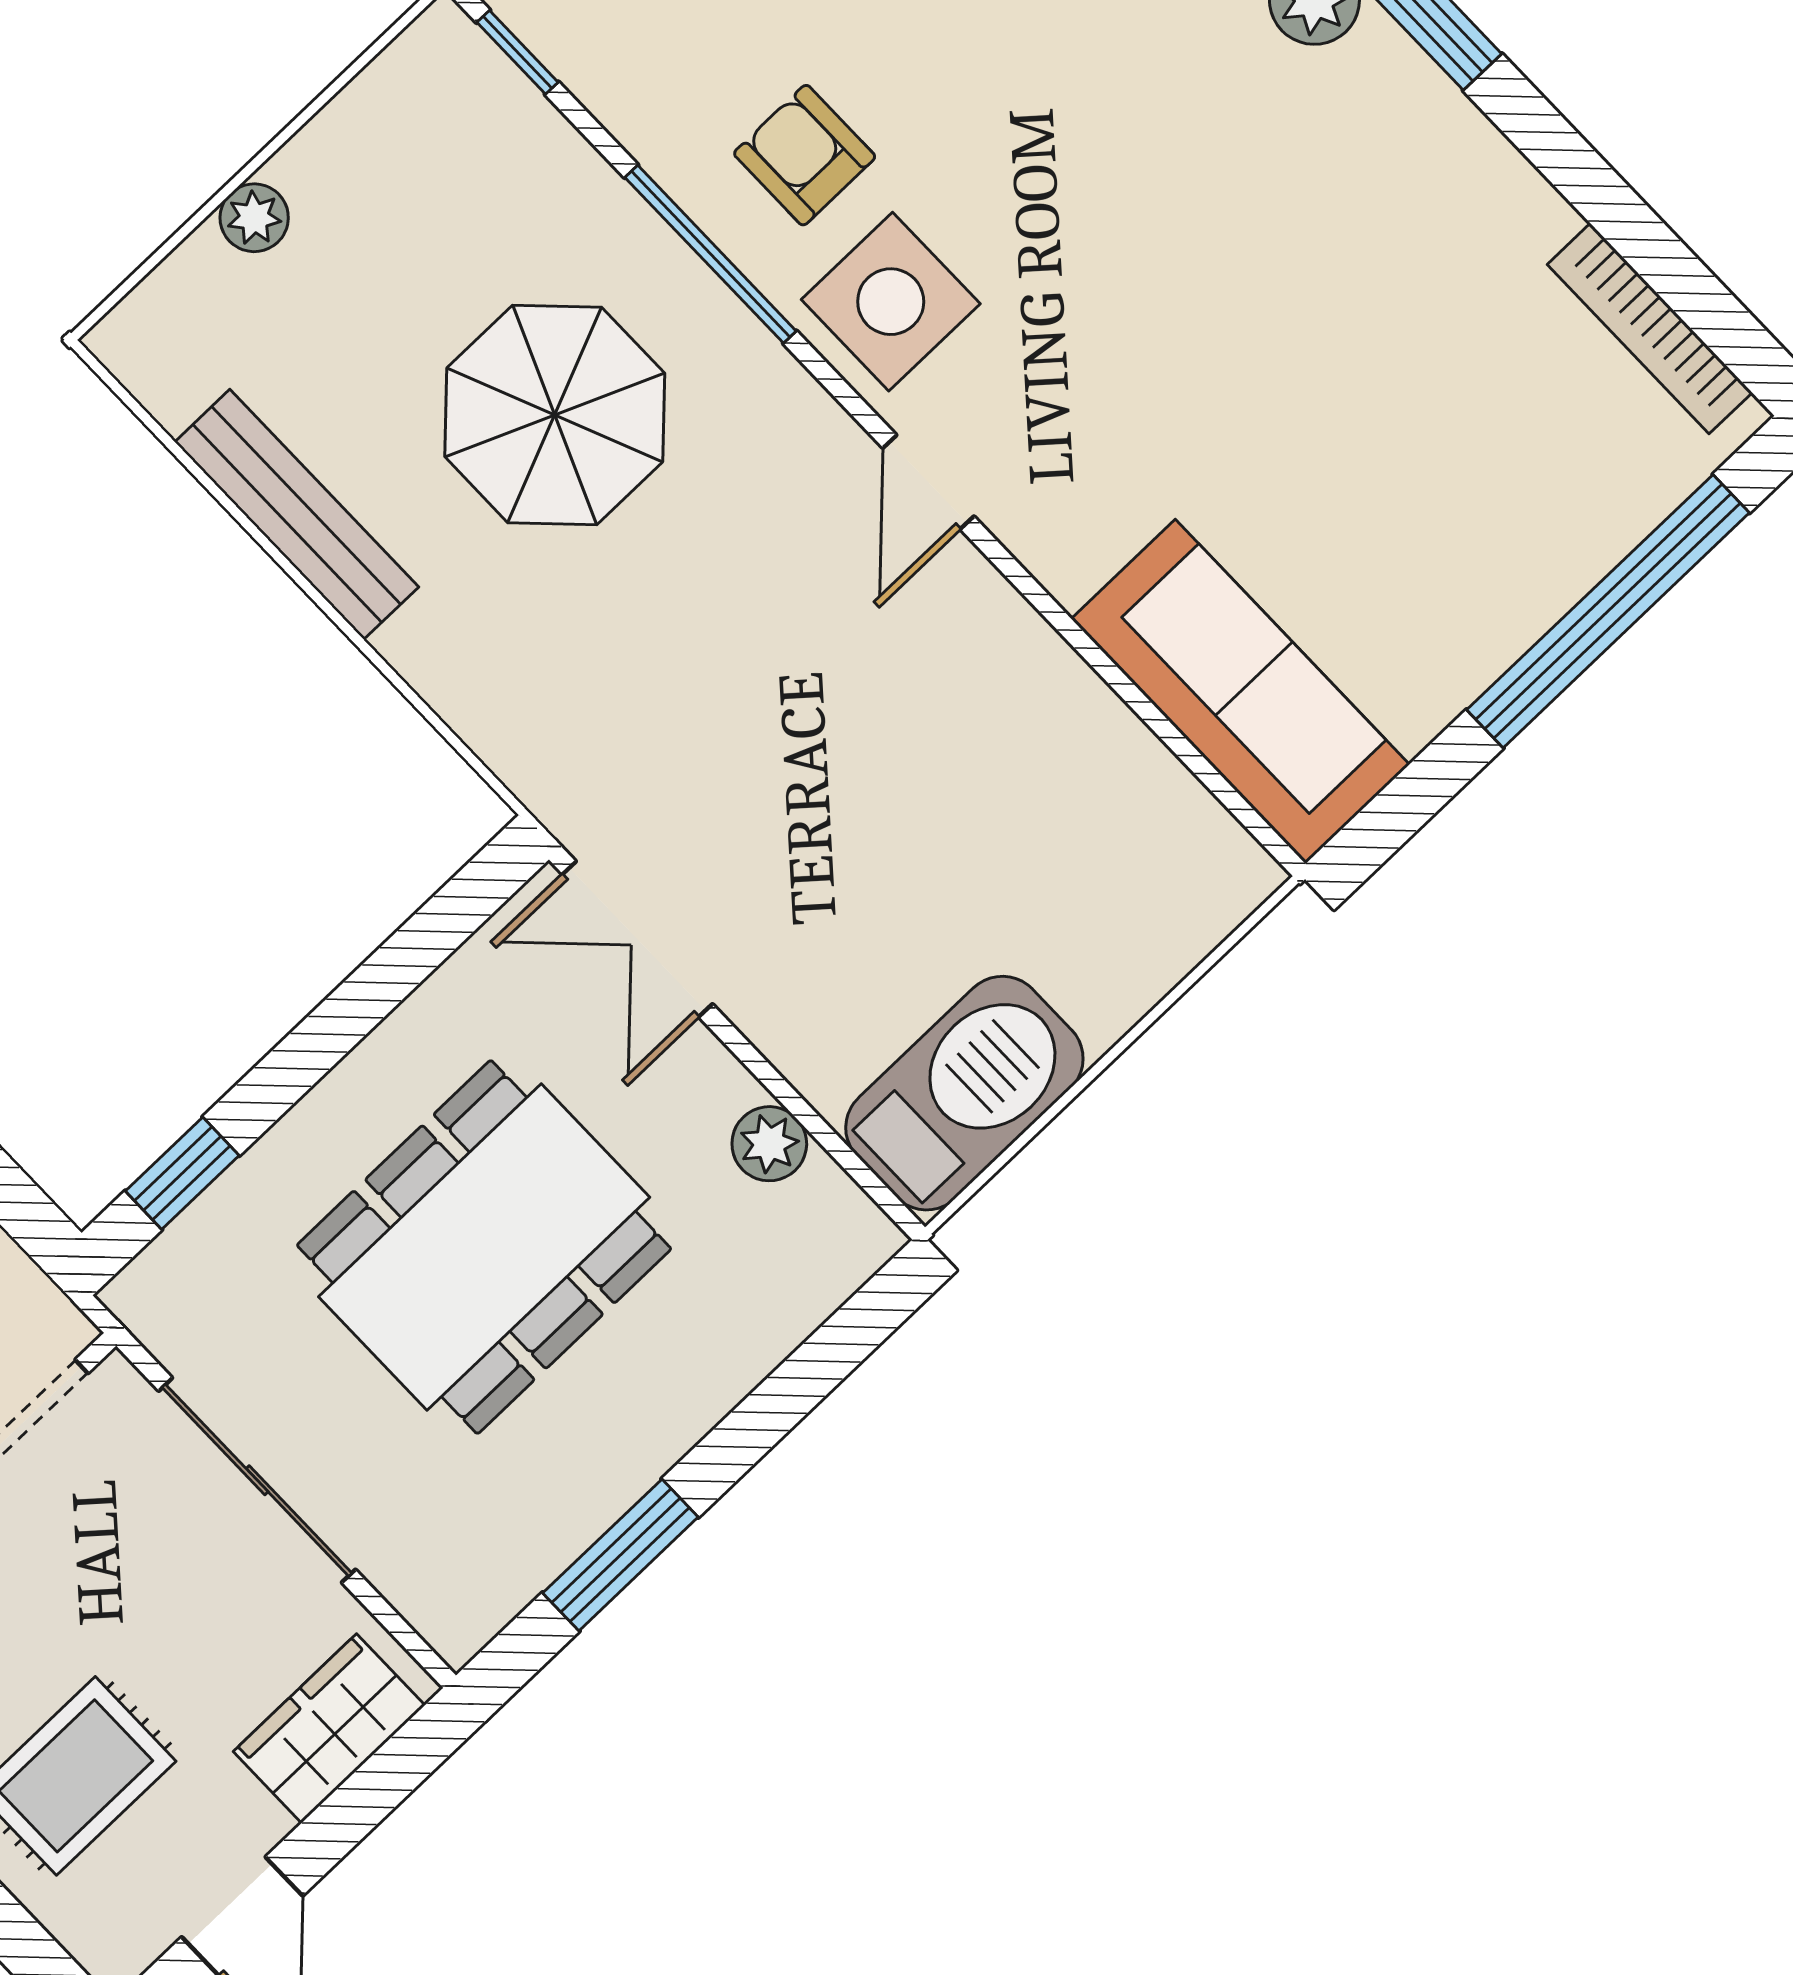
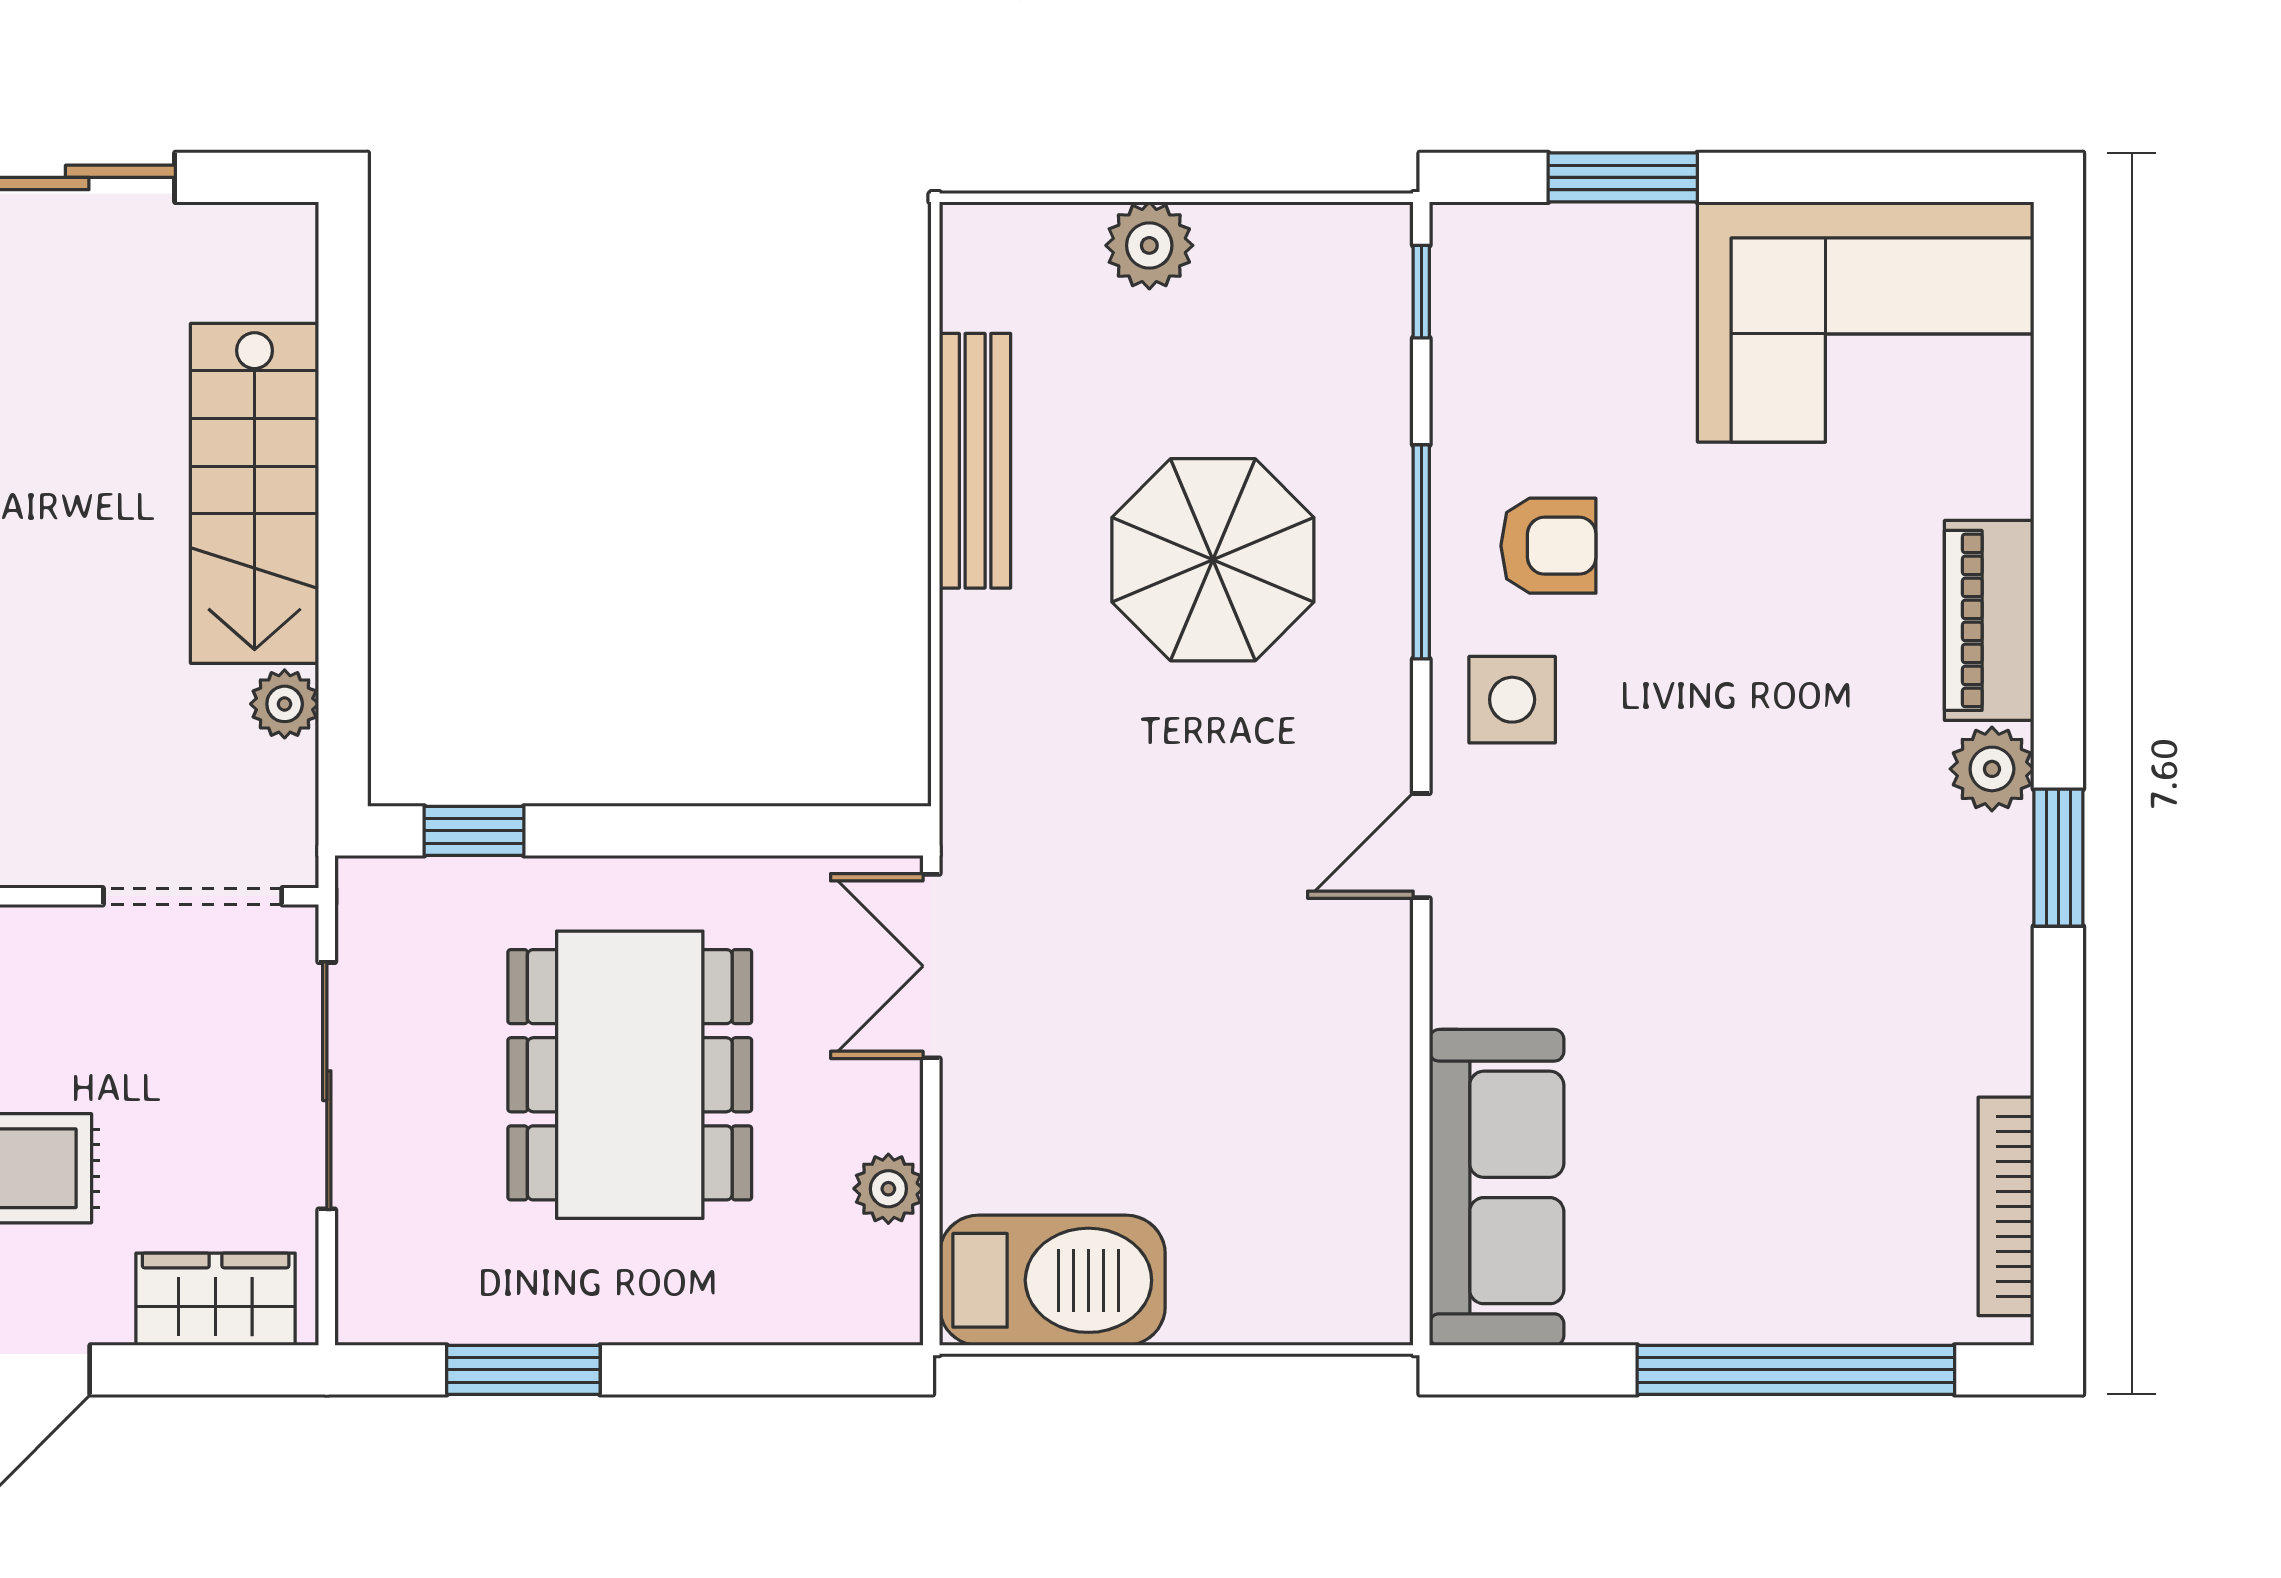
armchair: (805, 155) -> (1548, 546), turned 90
plant: (254, 218) -> (1149, 245), width x1.38, depth x1.38
side table: (891, 302) -> (1512, 700), width x0.73, depth x0.73
dining table: (484, 1247) -> (630, 1075), turned 90

